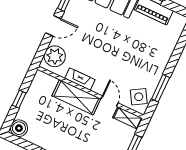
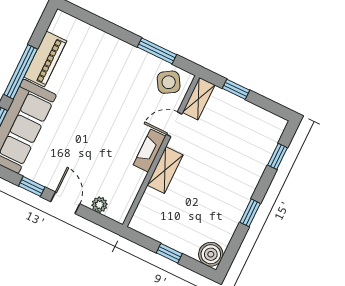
plant: (55, 56) -> (100, 205), width x0.53, depth x0.53
fireplace: (80, 79) -> (150, 151), moved
shelving: (76, 97) -> (165, 170), width x0.67, depth x0.75

